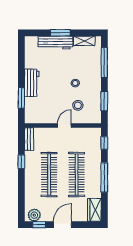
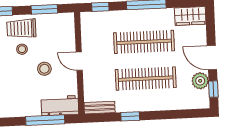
workbench: (32, 83) -> (60, 106), moved
trolley: (91, 83) -> (21, 28), added
window: (21, 98) -> (45, 120), width x1.44
stool: (78, 105) -> (44, 69), moved
plant: (34, 215) -> (200, 81), moved

